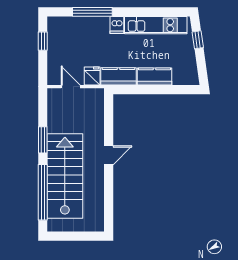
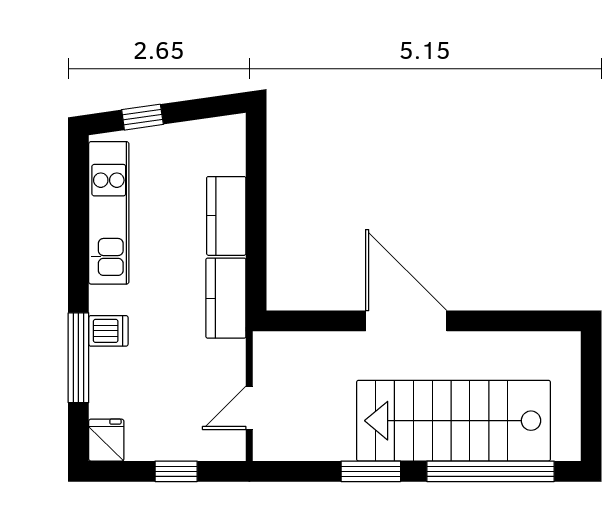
dishwasher: (117, 25) -> (108, 331), moved
window: (43, 41) -> (176, 471), moved
fridge: (92, 76) -> (106, 440), moved, turned 90
door: (109, 155) -> (406, 321), width x1.88

